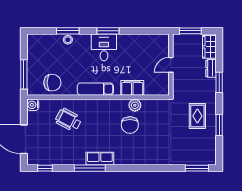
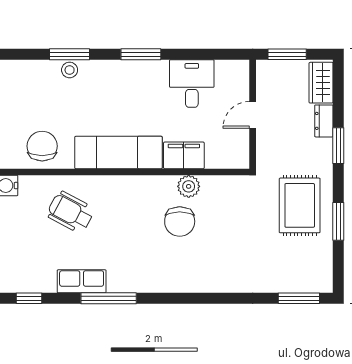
desk: (104, 47) -> (192, 84), moved
chair: (52, 83) -> (42, 146), turned -90
exam couch: (95, 89) -> (118, 152), width x1.36, depth x1.45
rug: (197, 116) -> (300, 205), width x1.36, depth x1.43
row of seats: (100, 159) -> (82, 281), moved

